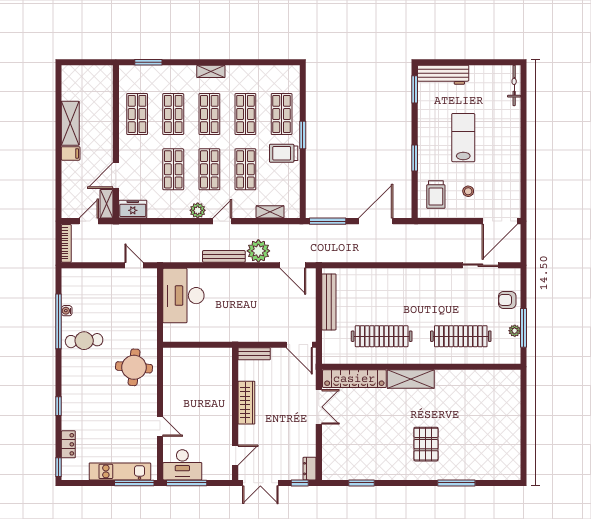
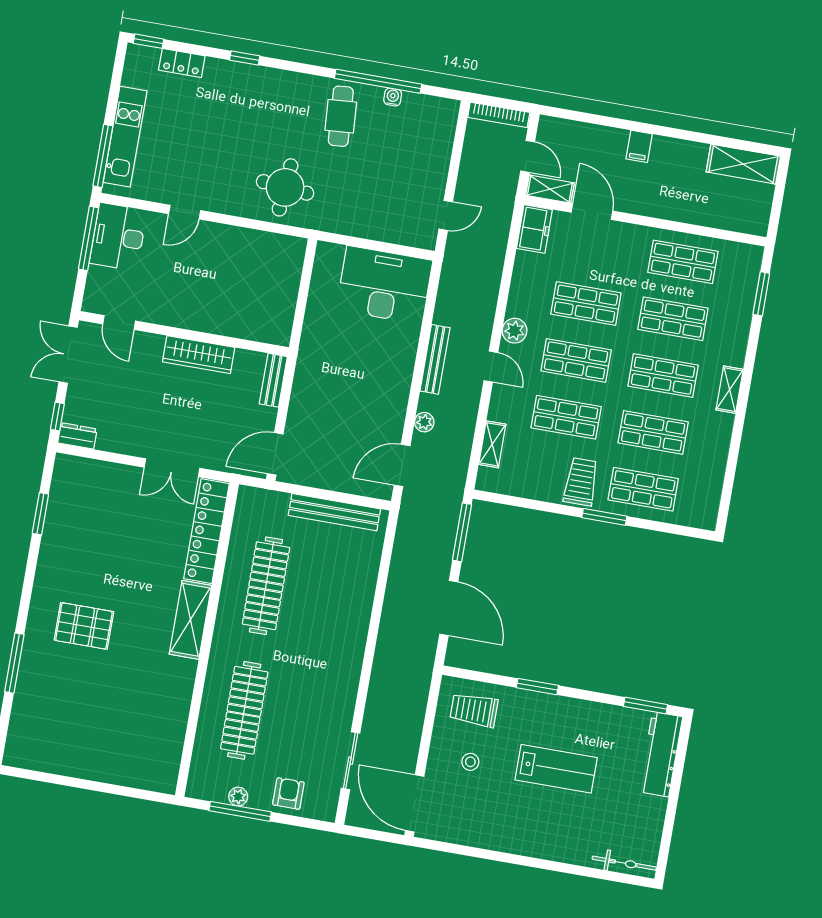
shelving: (70, 123) -> (743, 164), moved
plant: (258, 251) -> (424, 422), width x0.53, depth x0.53

